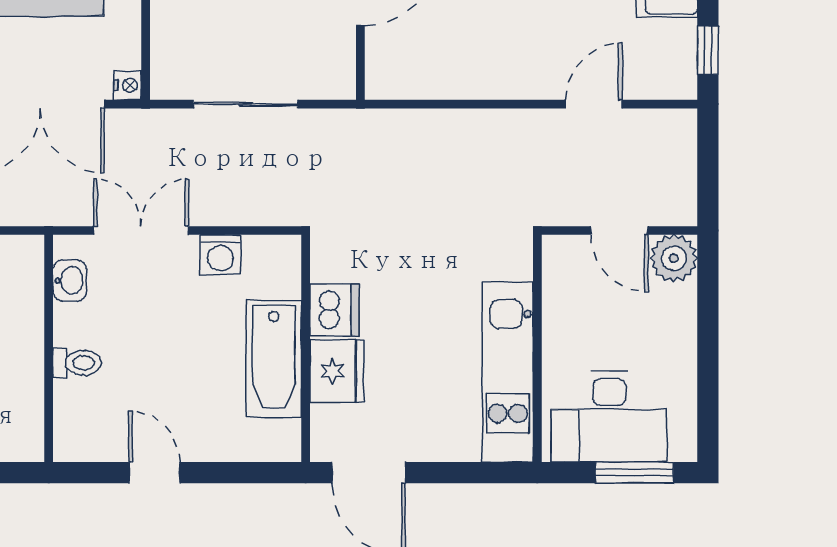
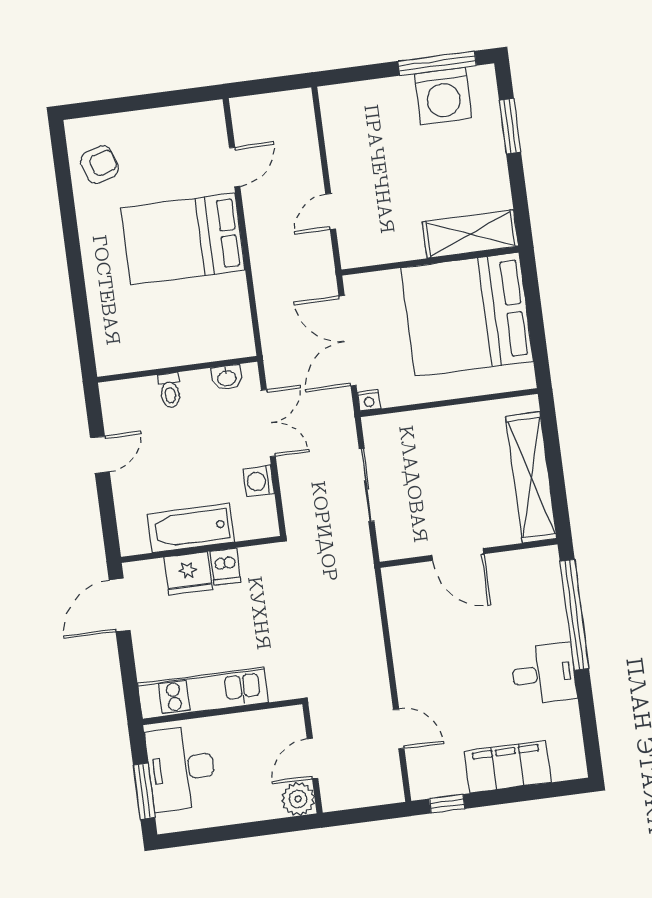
dishwasher: (334, 310) -> (225, 567), width x0.73

